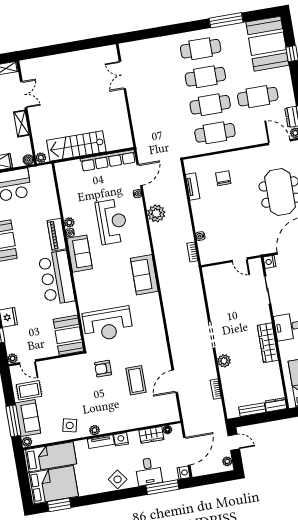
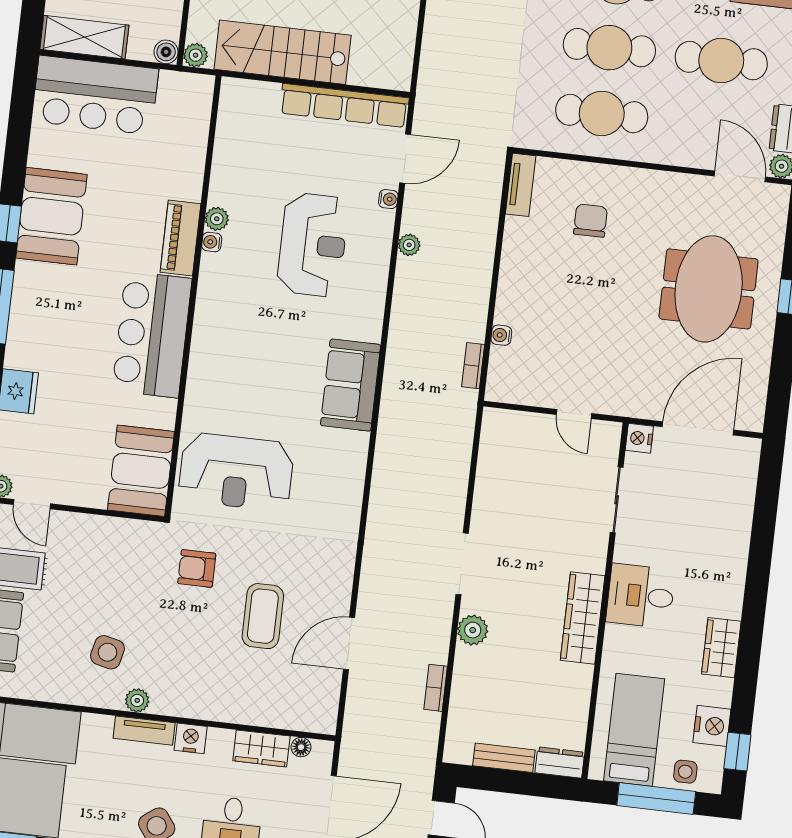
tv unit: (193, 186) -> (521, 185), moved
plant: (156, 213) -> (409, 245), width x0.53, depth x0.53
sofa: (80, 254) -> (219, 295), removed
side table: (70, 425) -> (107, 652), moved

